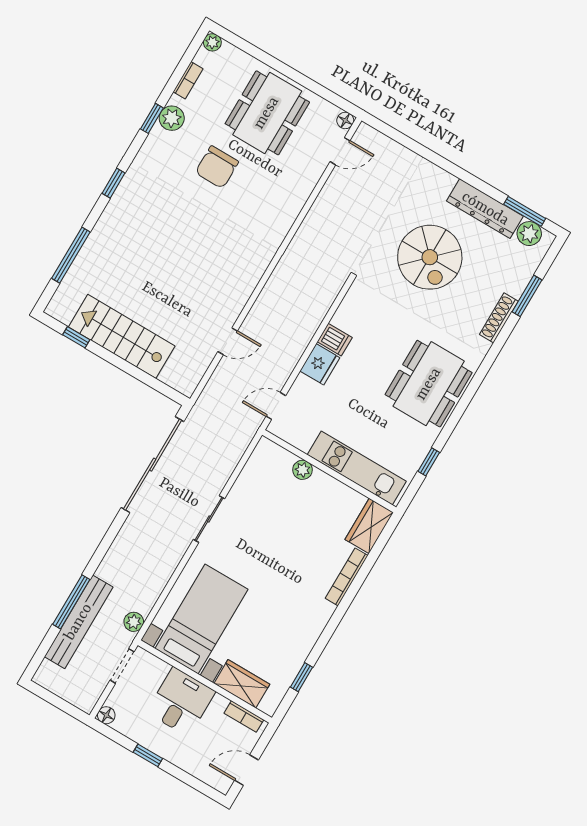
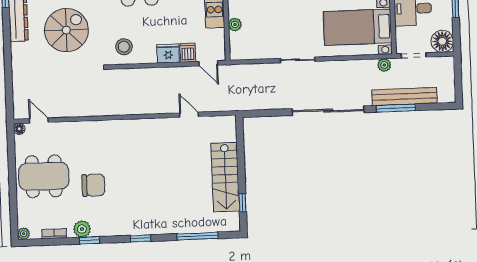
stool: (363, 315) -> (124, 47), added
dishwasher: (335, 340) -> (188, 53), moved
sliding door: (153, 465) -> (328, 111), moved
floor lamp: (106, 715) -> (442, 41), width x1.89, depth x1.89

